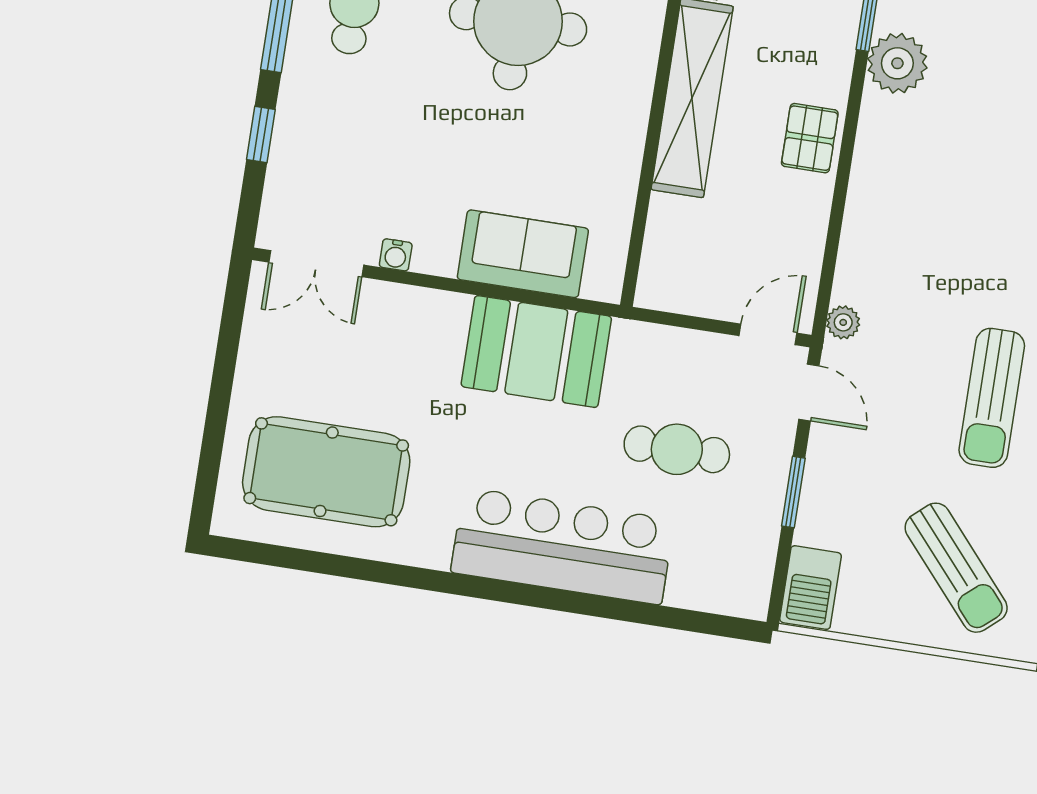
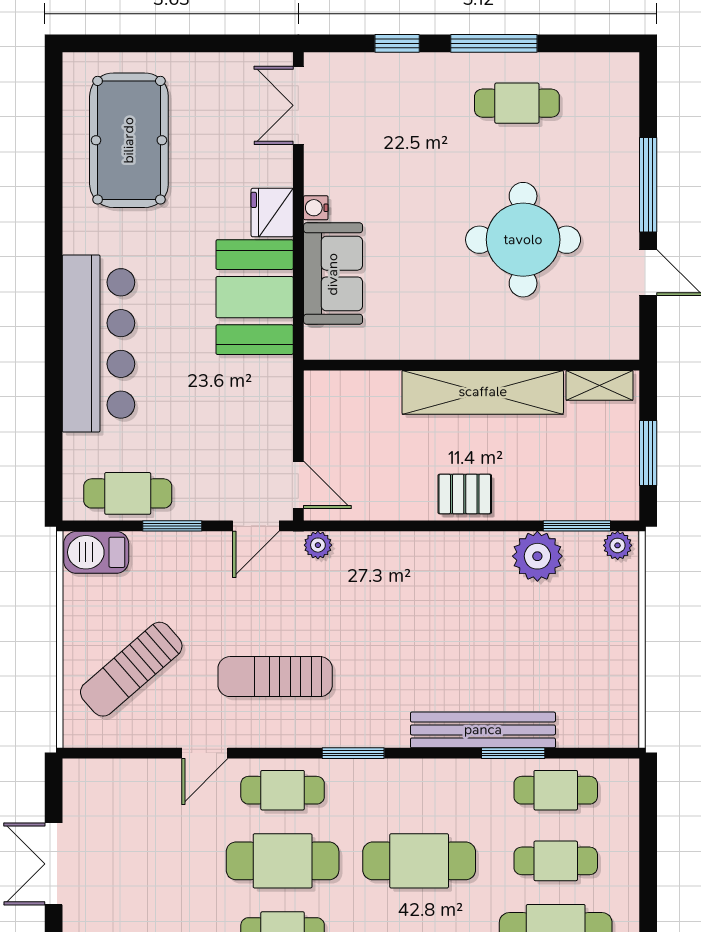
water cooler: (396, 255) -> (316, 208), moved
fridge: (439, 315) -> (272, 213), added
cafe table: (677, 449) -> (128, 493), moved, turned 90

